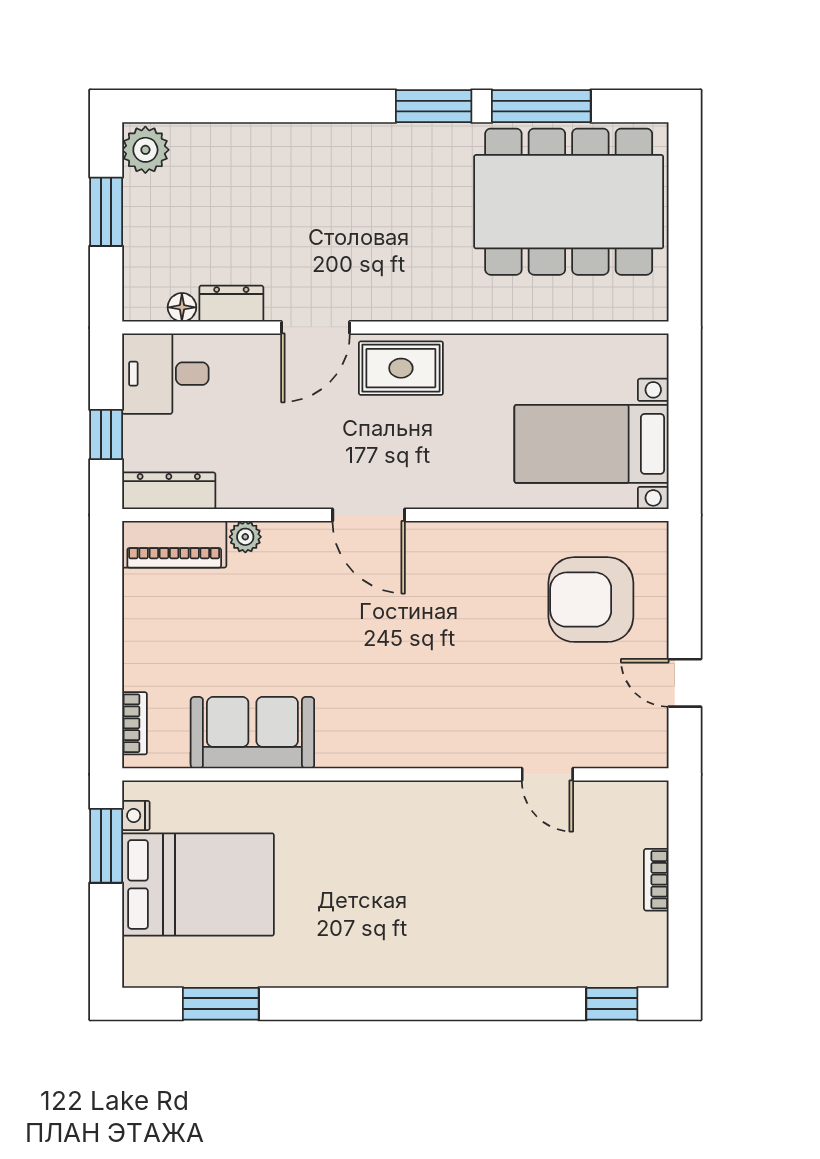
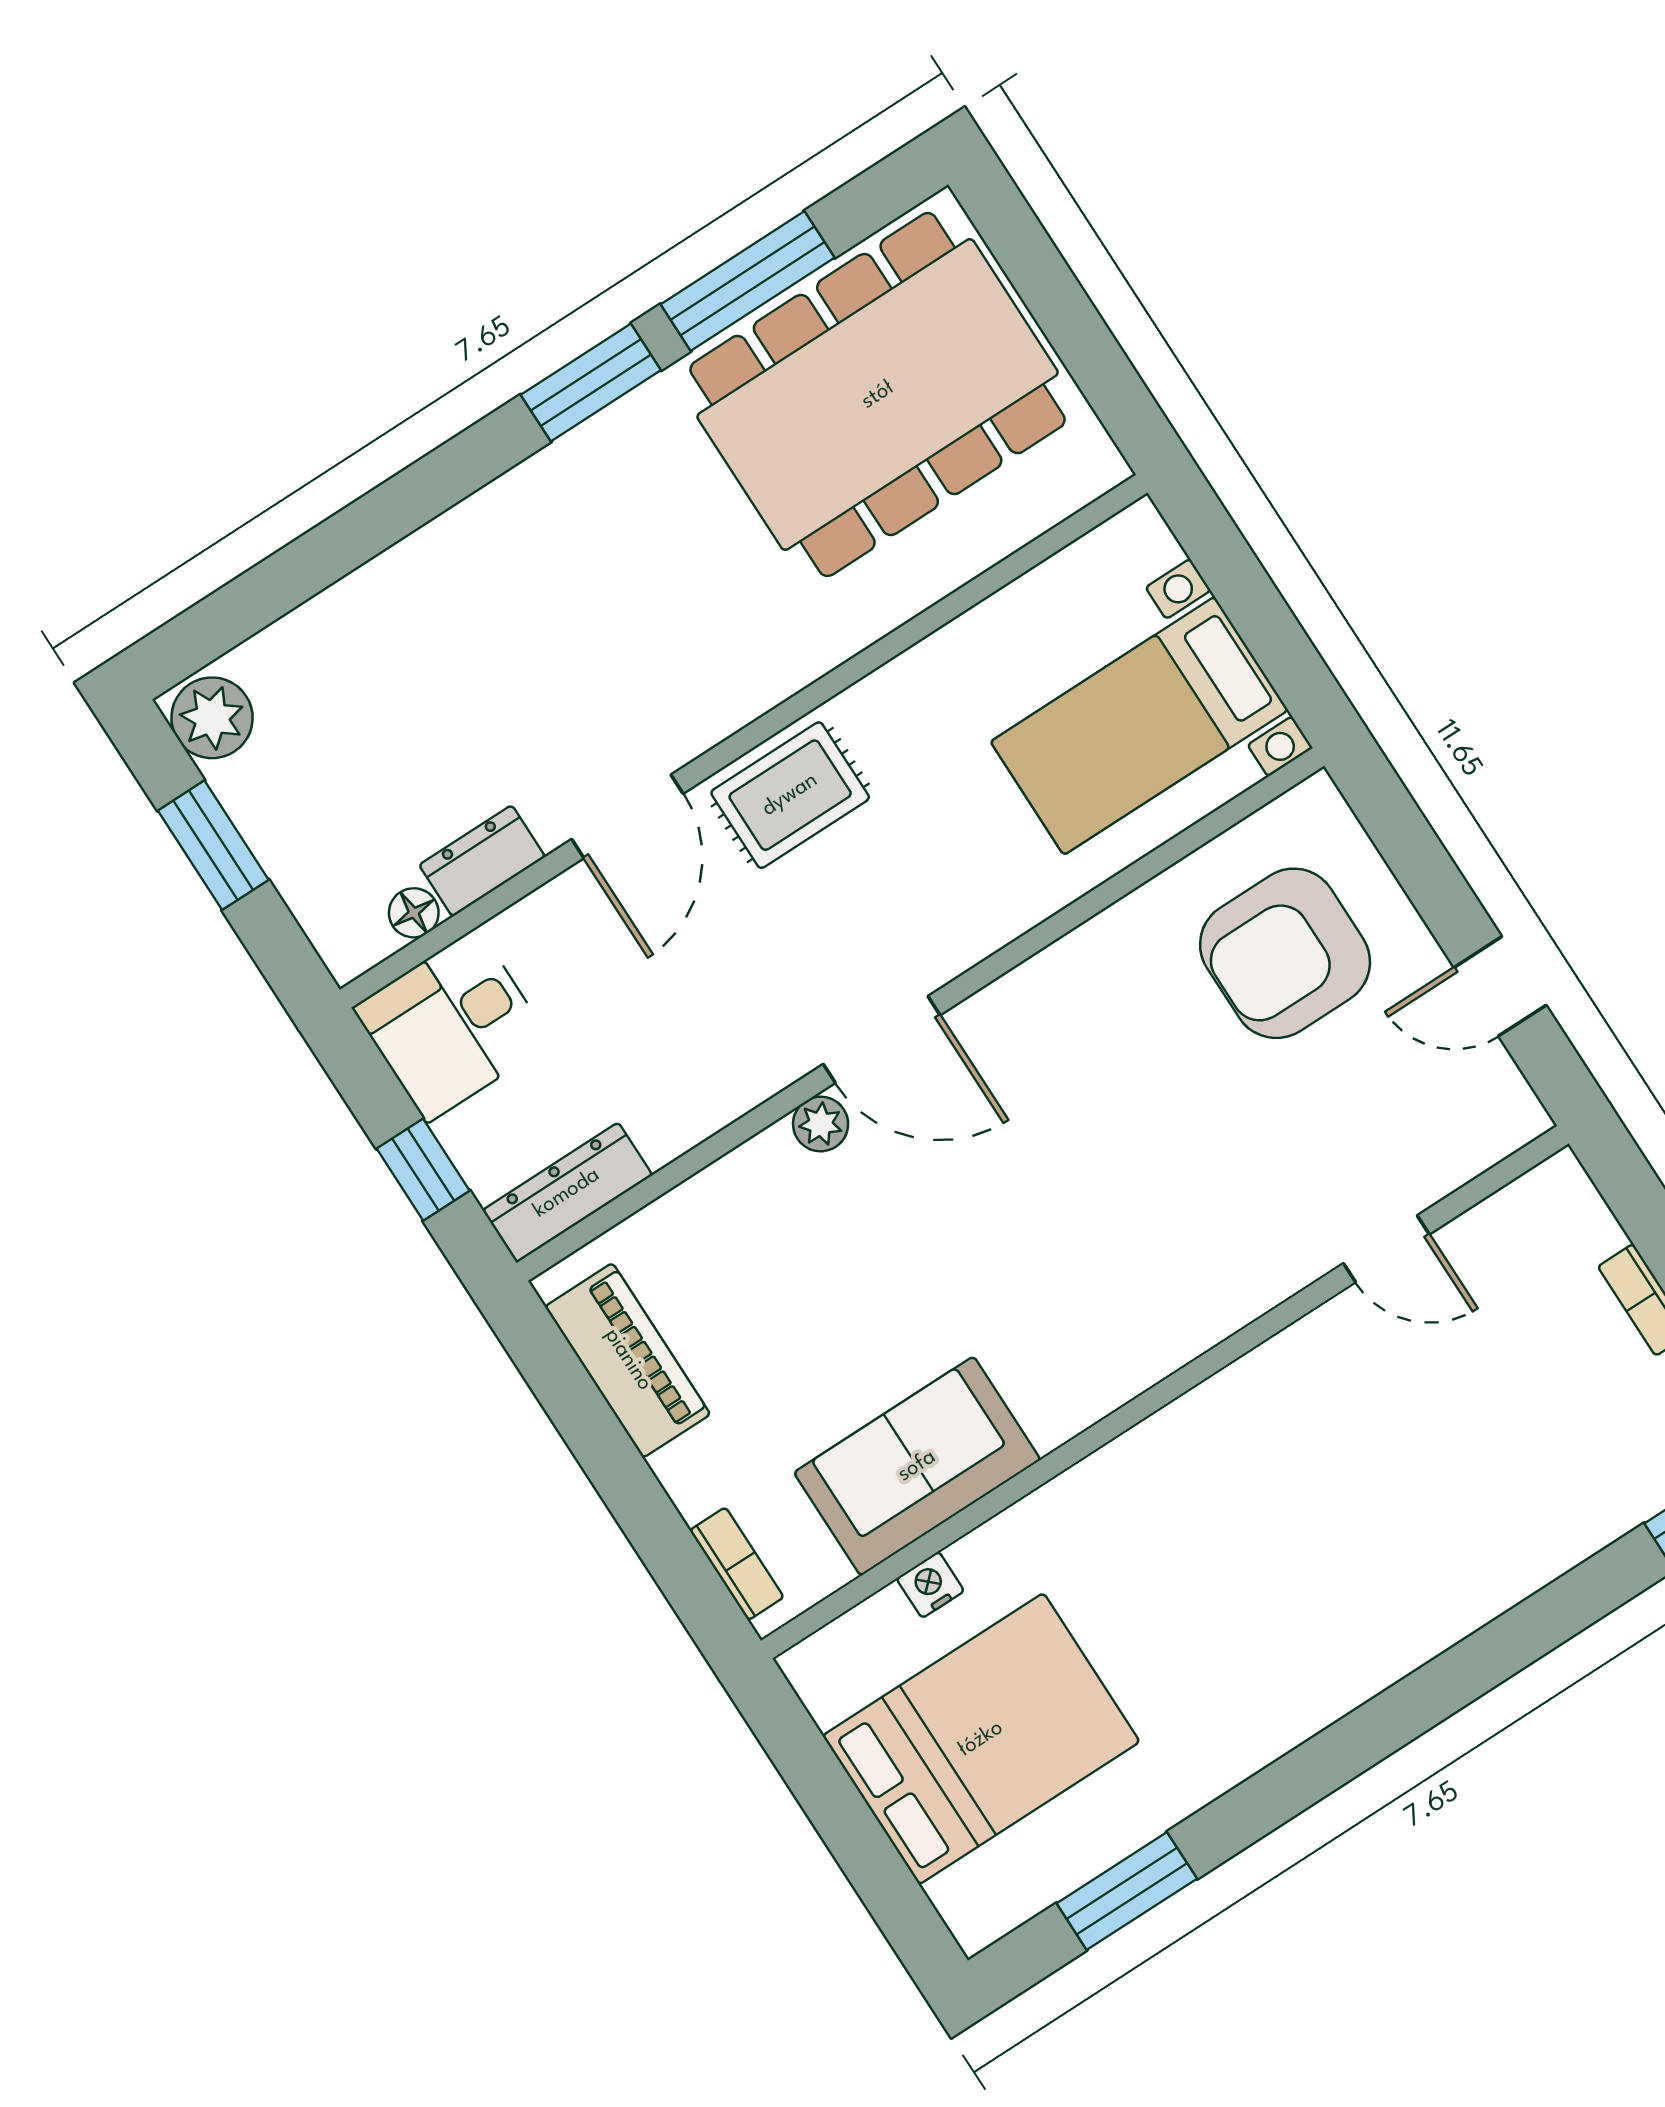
plant: (245, 537) -> (821, 1124), moved
piano: (174, 544) -> (628, 1360), moved, turned -90
nightstand: (136, 815) -> (930, 1585), moved, turned 90
window: (106, 846) -> (811, 1769), removed

